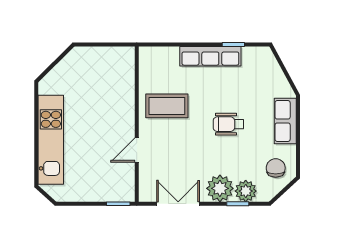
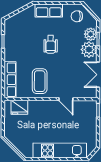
row of seats: (210, 56) -> (10, 80), moved
fridge: (123, 72) -> (19, 107), added

